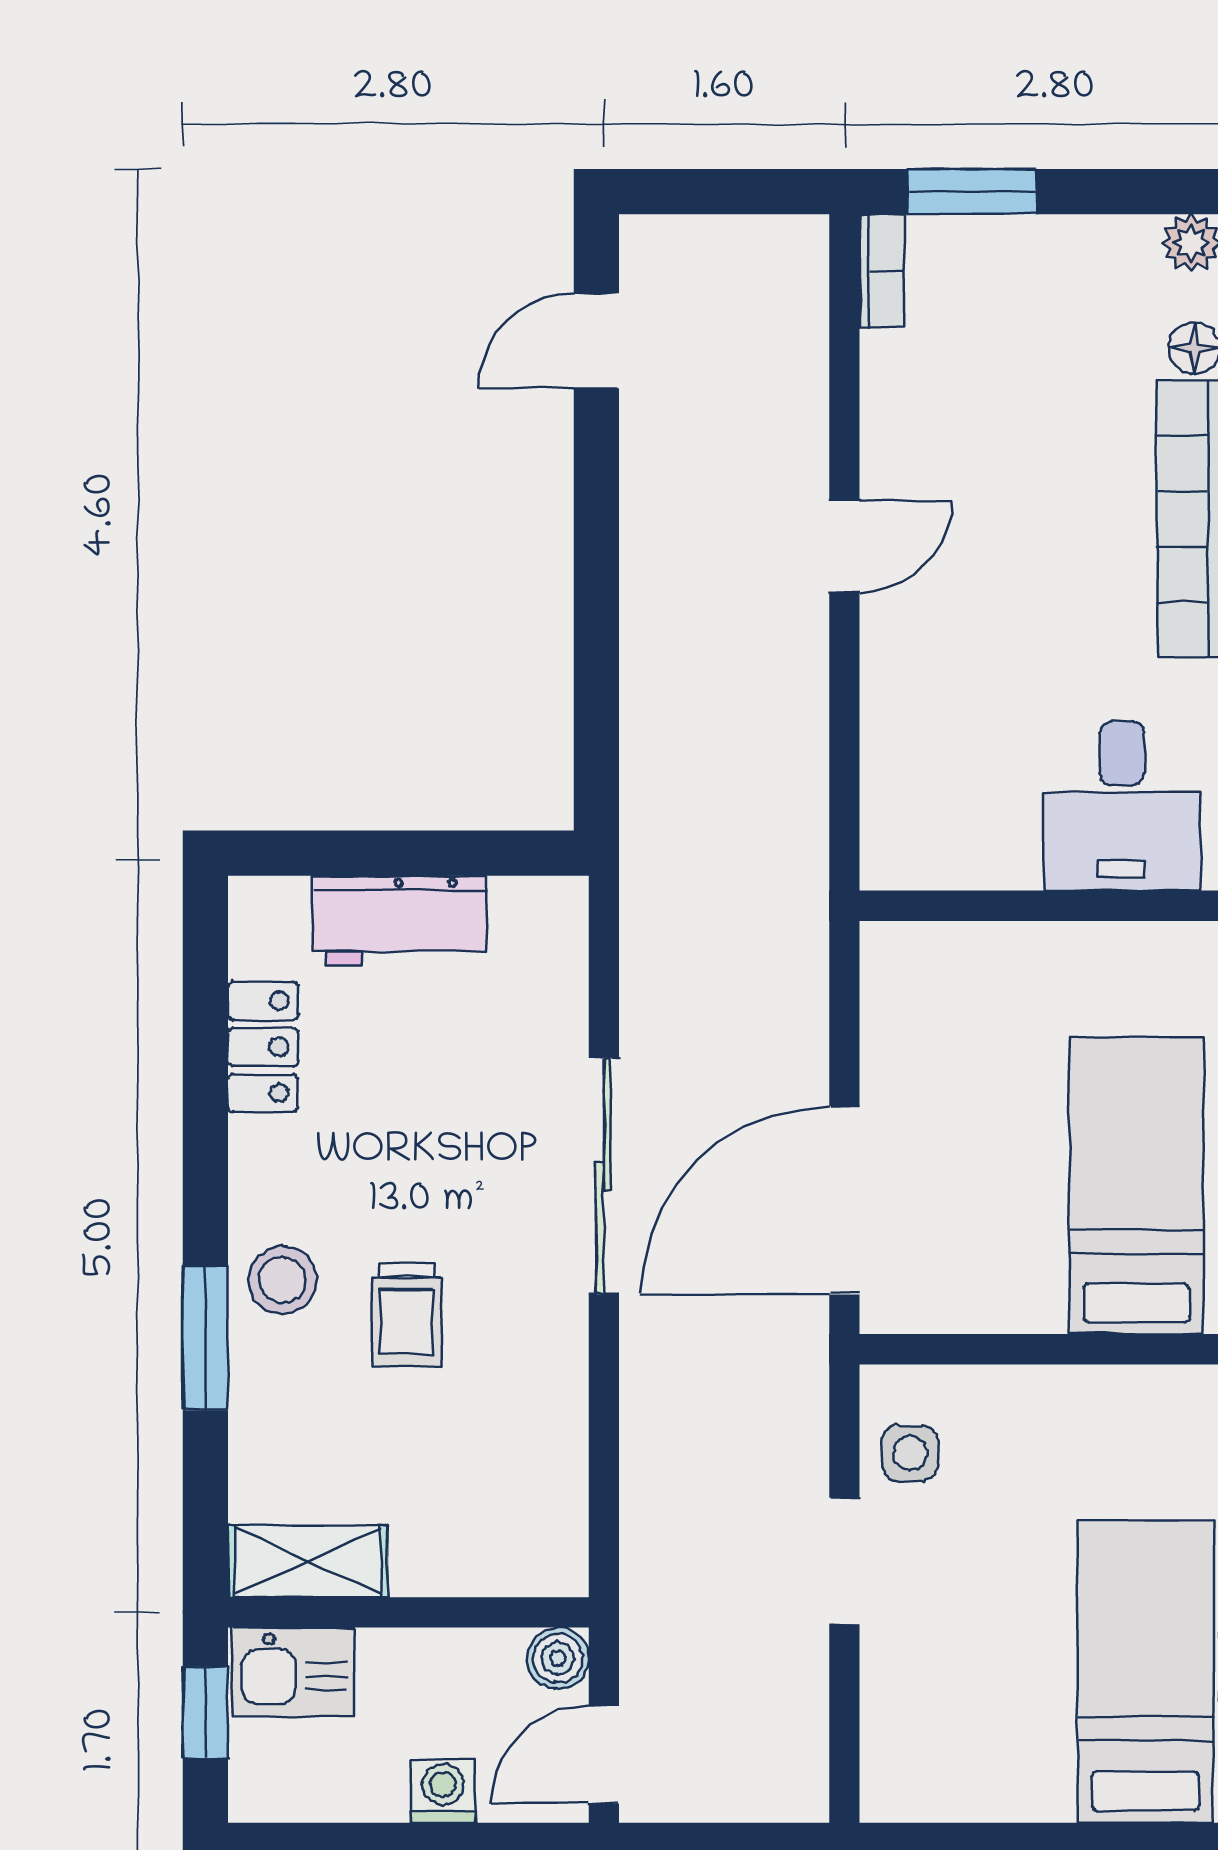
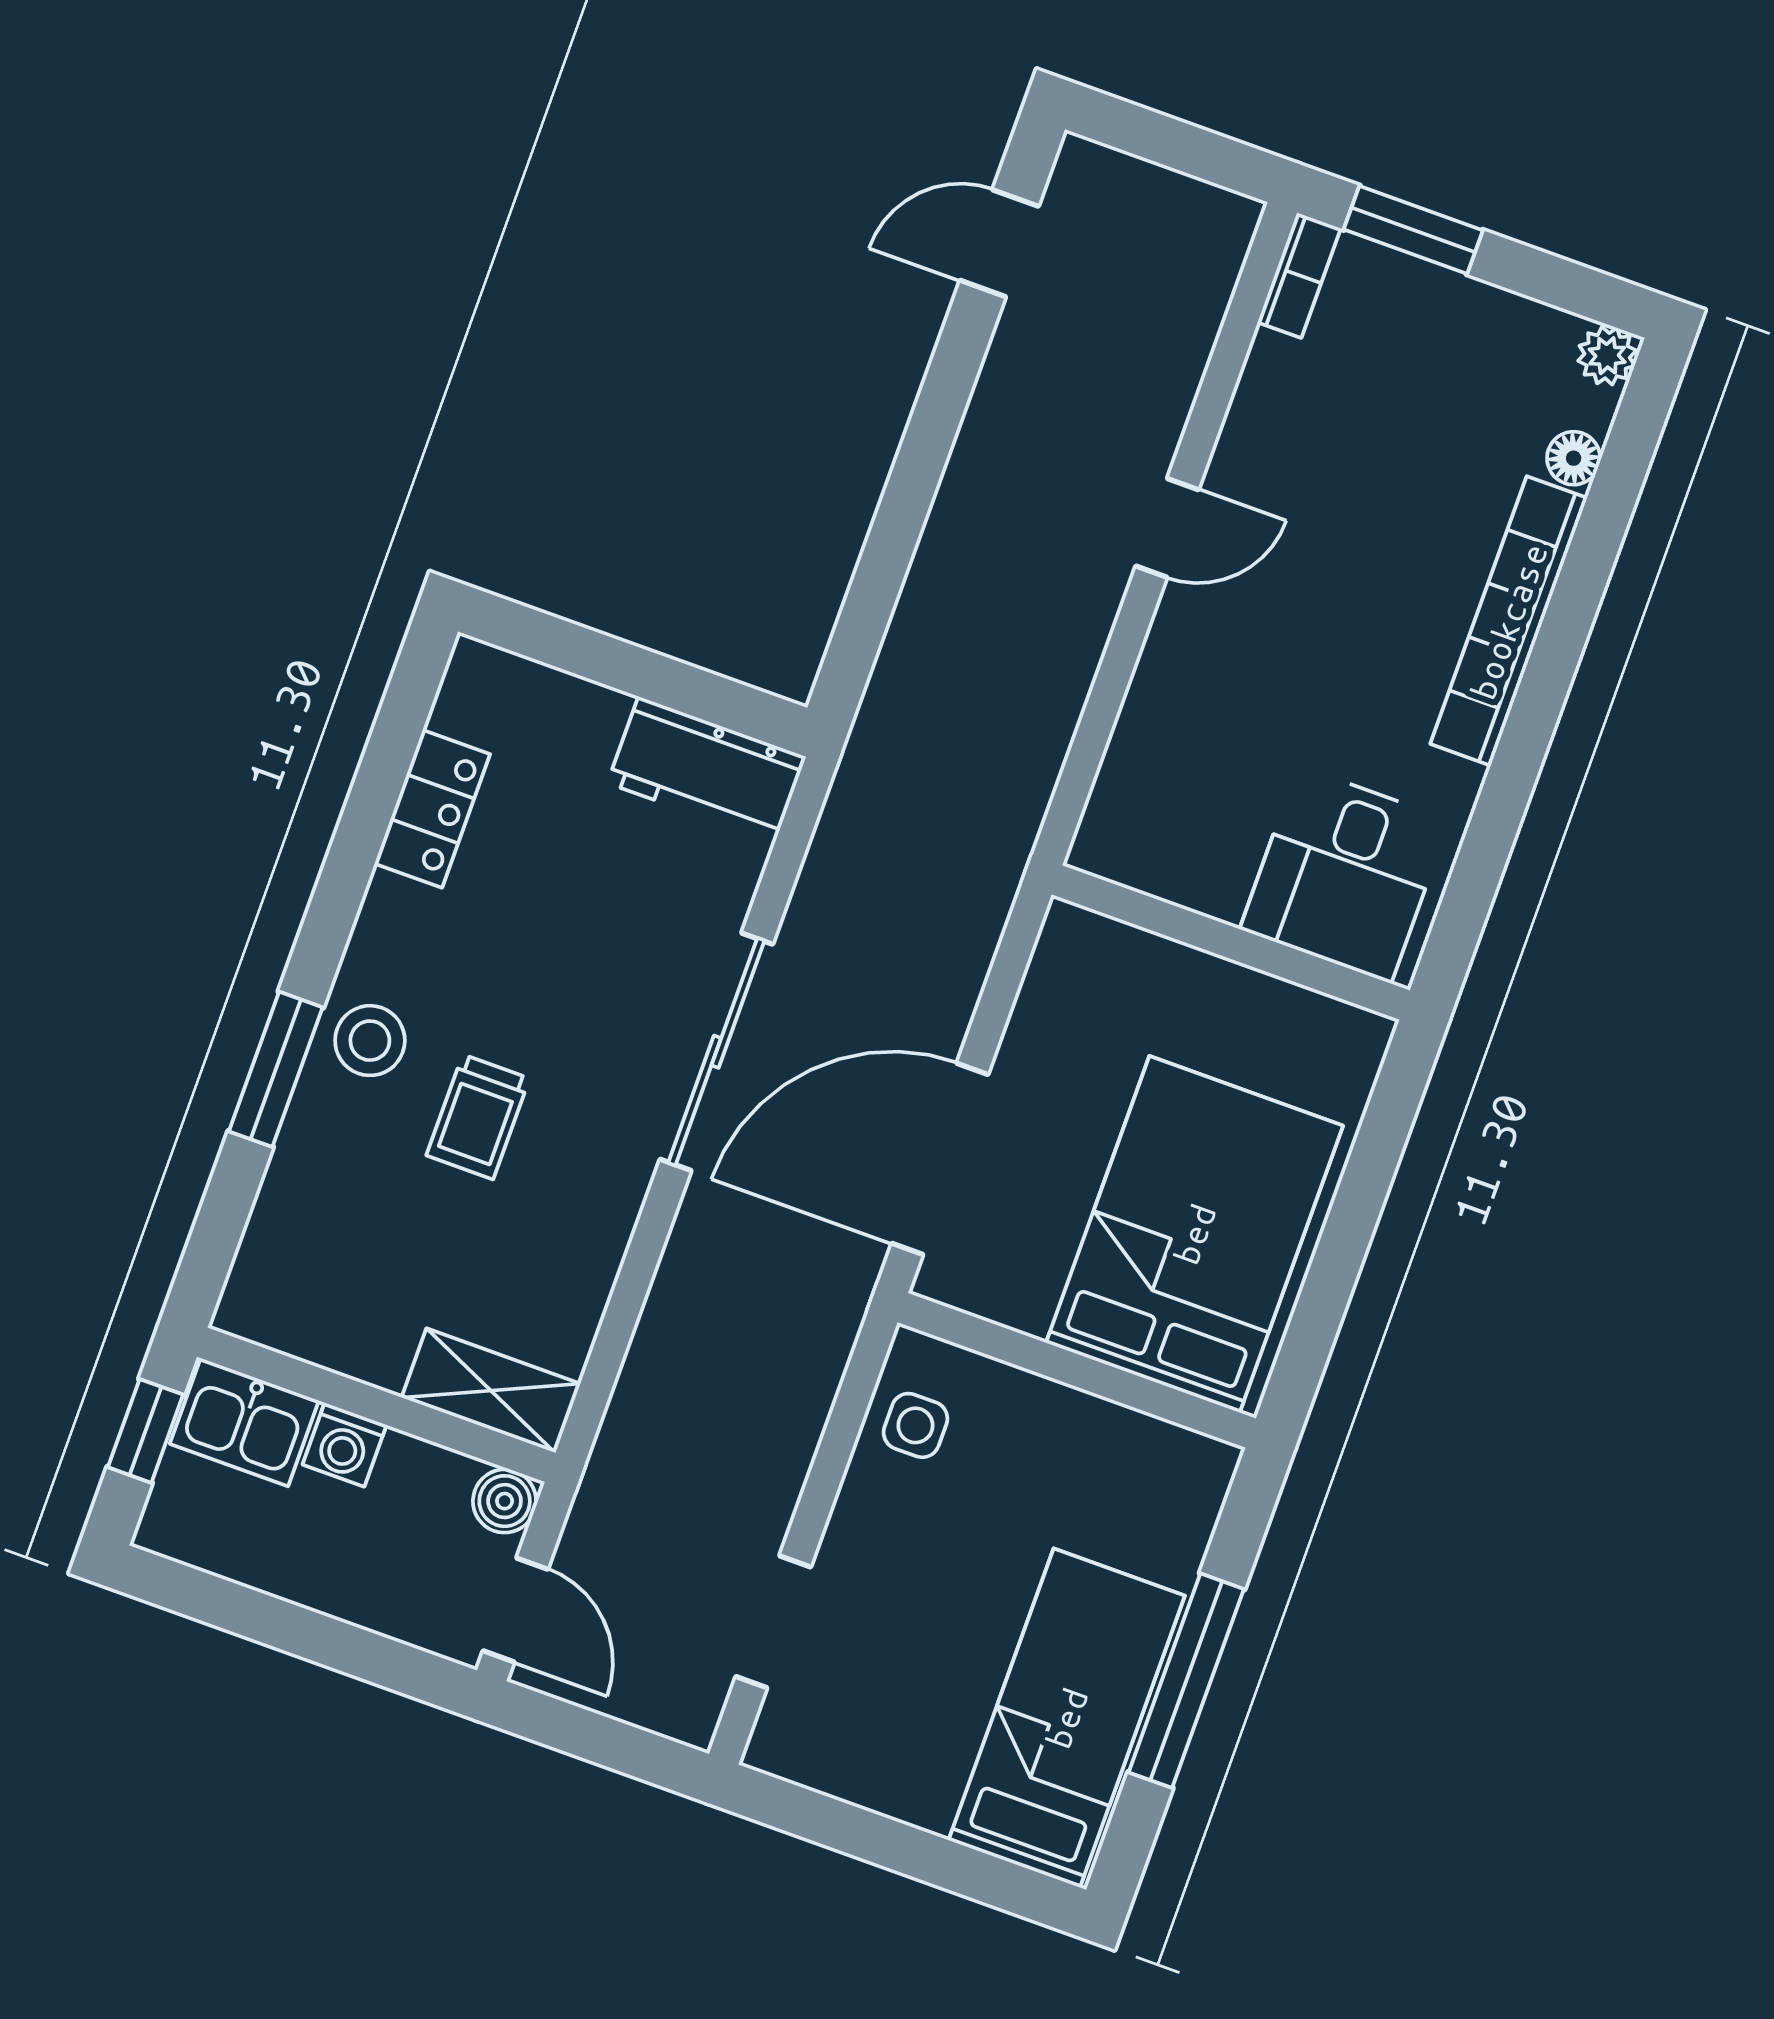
workbench: (399, 921) -> (707, 770), moved
bed: (1136, 1185) -> (1195, 1234), width x1.50
shelving: (308, 1561) -> (491, 1391), moved
doorway: (844, 1561) -> (773, 1622), moved
door: (604, 1755) -> (515, 1610), swing flipped
washing machine: (443, 1791) -> (344, 1445), moved, turned 180

